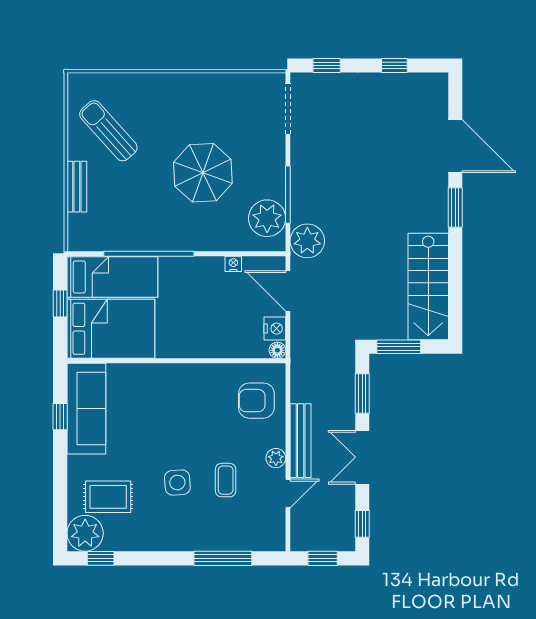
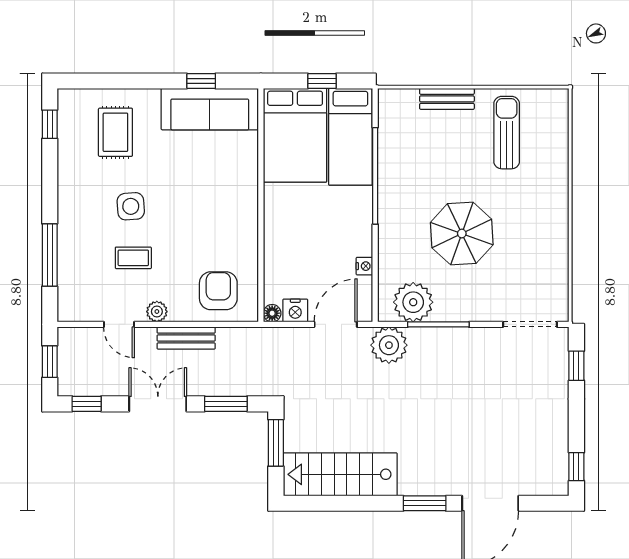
window: (394, 65) -> (576, 467), moved
sun lounger: (108, 131) -> (507, 133), turned -48
bench: (301, 441) -> (186, 338), width x0.73
plant: (85, 533) -> (76, 108), removed

